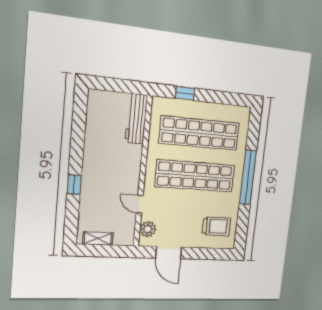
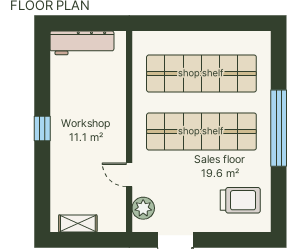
window: (185, 93) -> (176, 23), removed
workbench: (136, 119) -> (82, 43), moved, turned -90
window: (74, 185) -> (42, 128), moved

